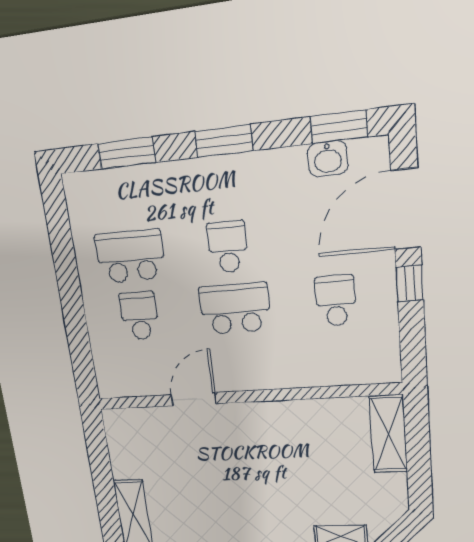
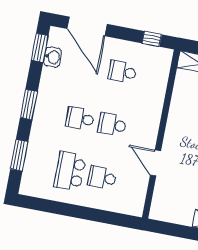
window: (410, 284) -> (152, 39), moved
school desk: (235, 308) -> (112, 125), width x0.54

